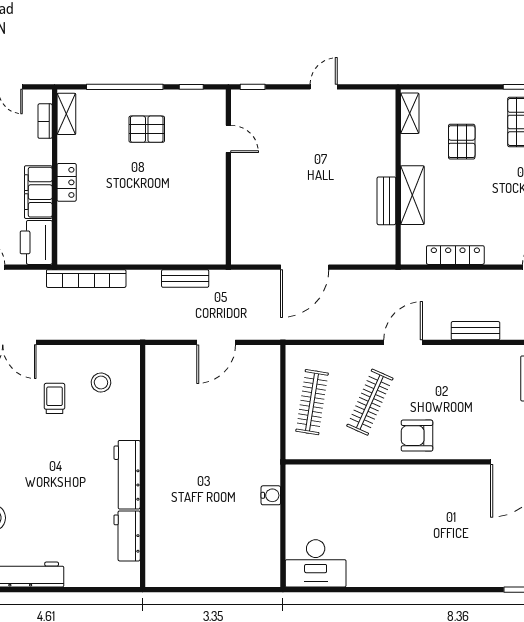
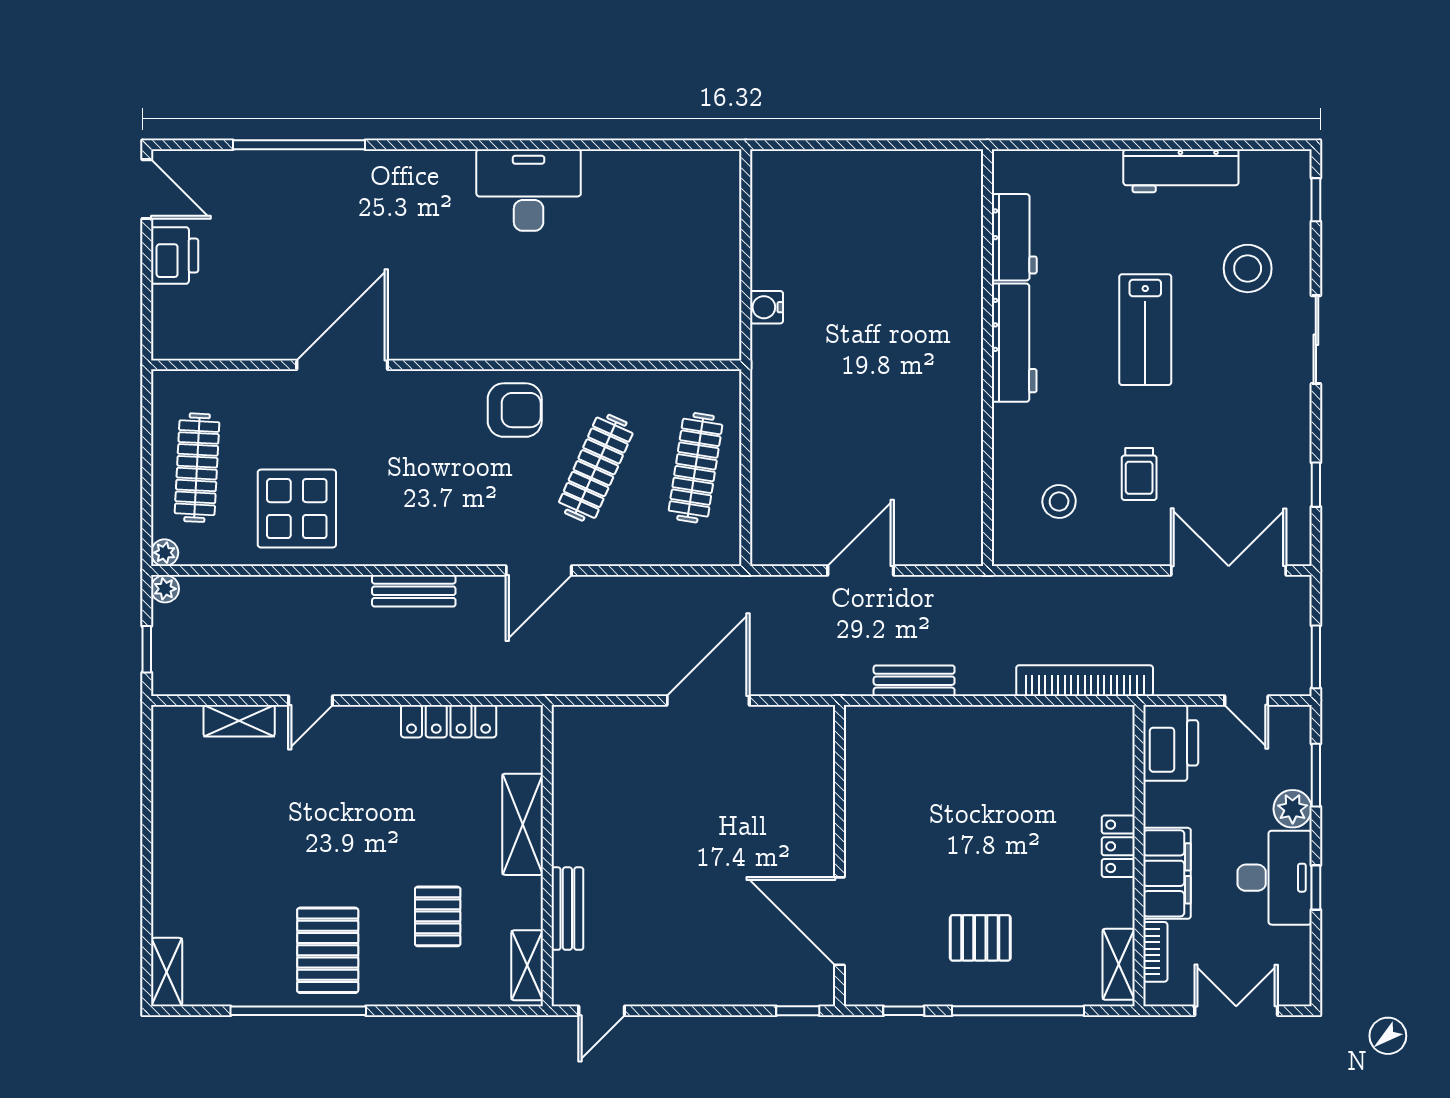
door: (324, 87) -> (602, 1011), moved
door: (228, 139) -> (840, 921), width x1.88
filing cabinet: (38, 192) -> (1167, 873), moved
bench: (386, 201) -> (567, 909), moved
lab bench: (51, 482) -> (1145, 330), added
desk: (316, 563) -> (529, 190), moved

